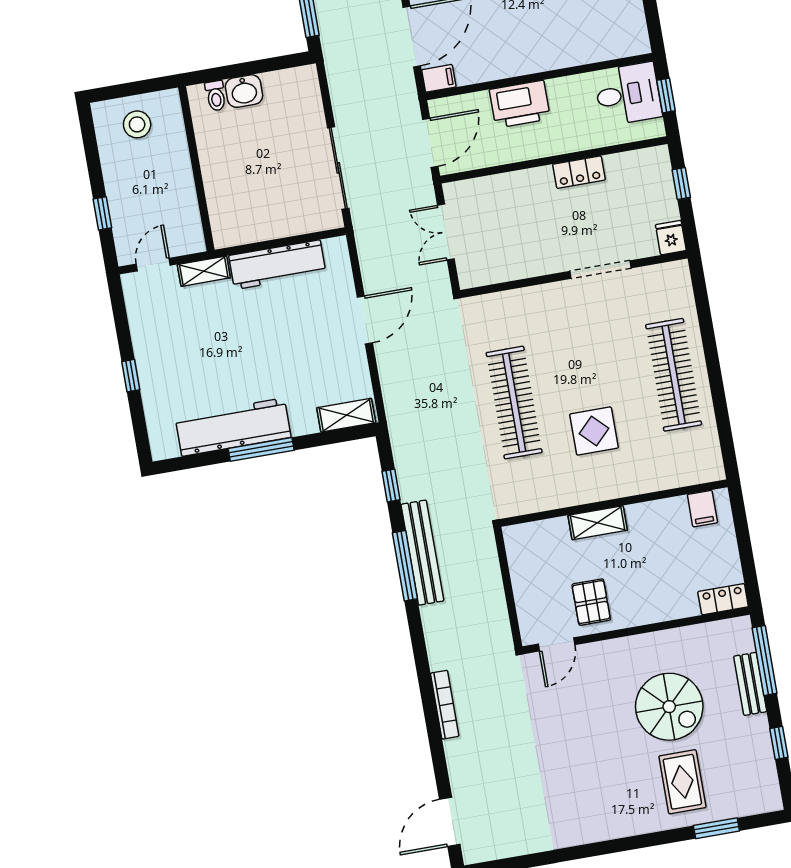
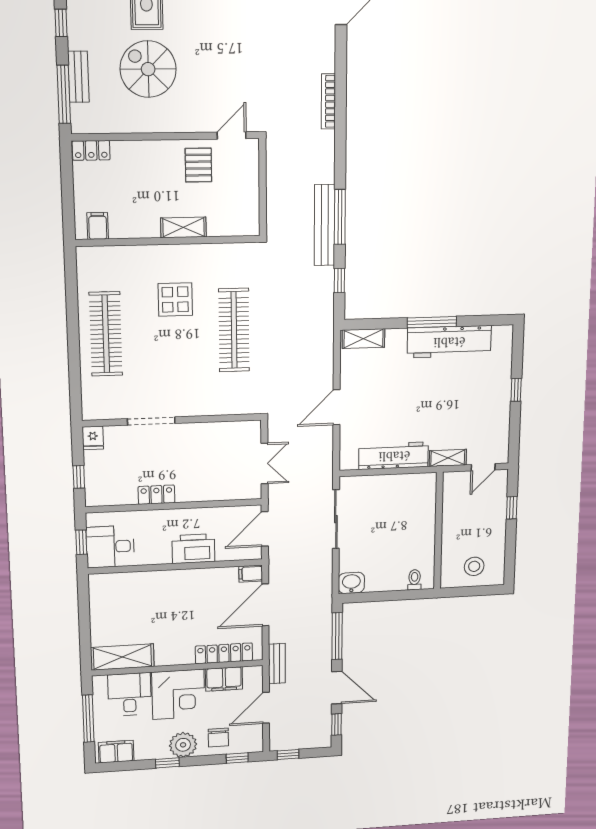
washbasin: (244, 91) -> (351, 583), moved

